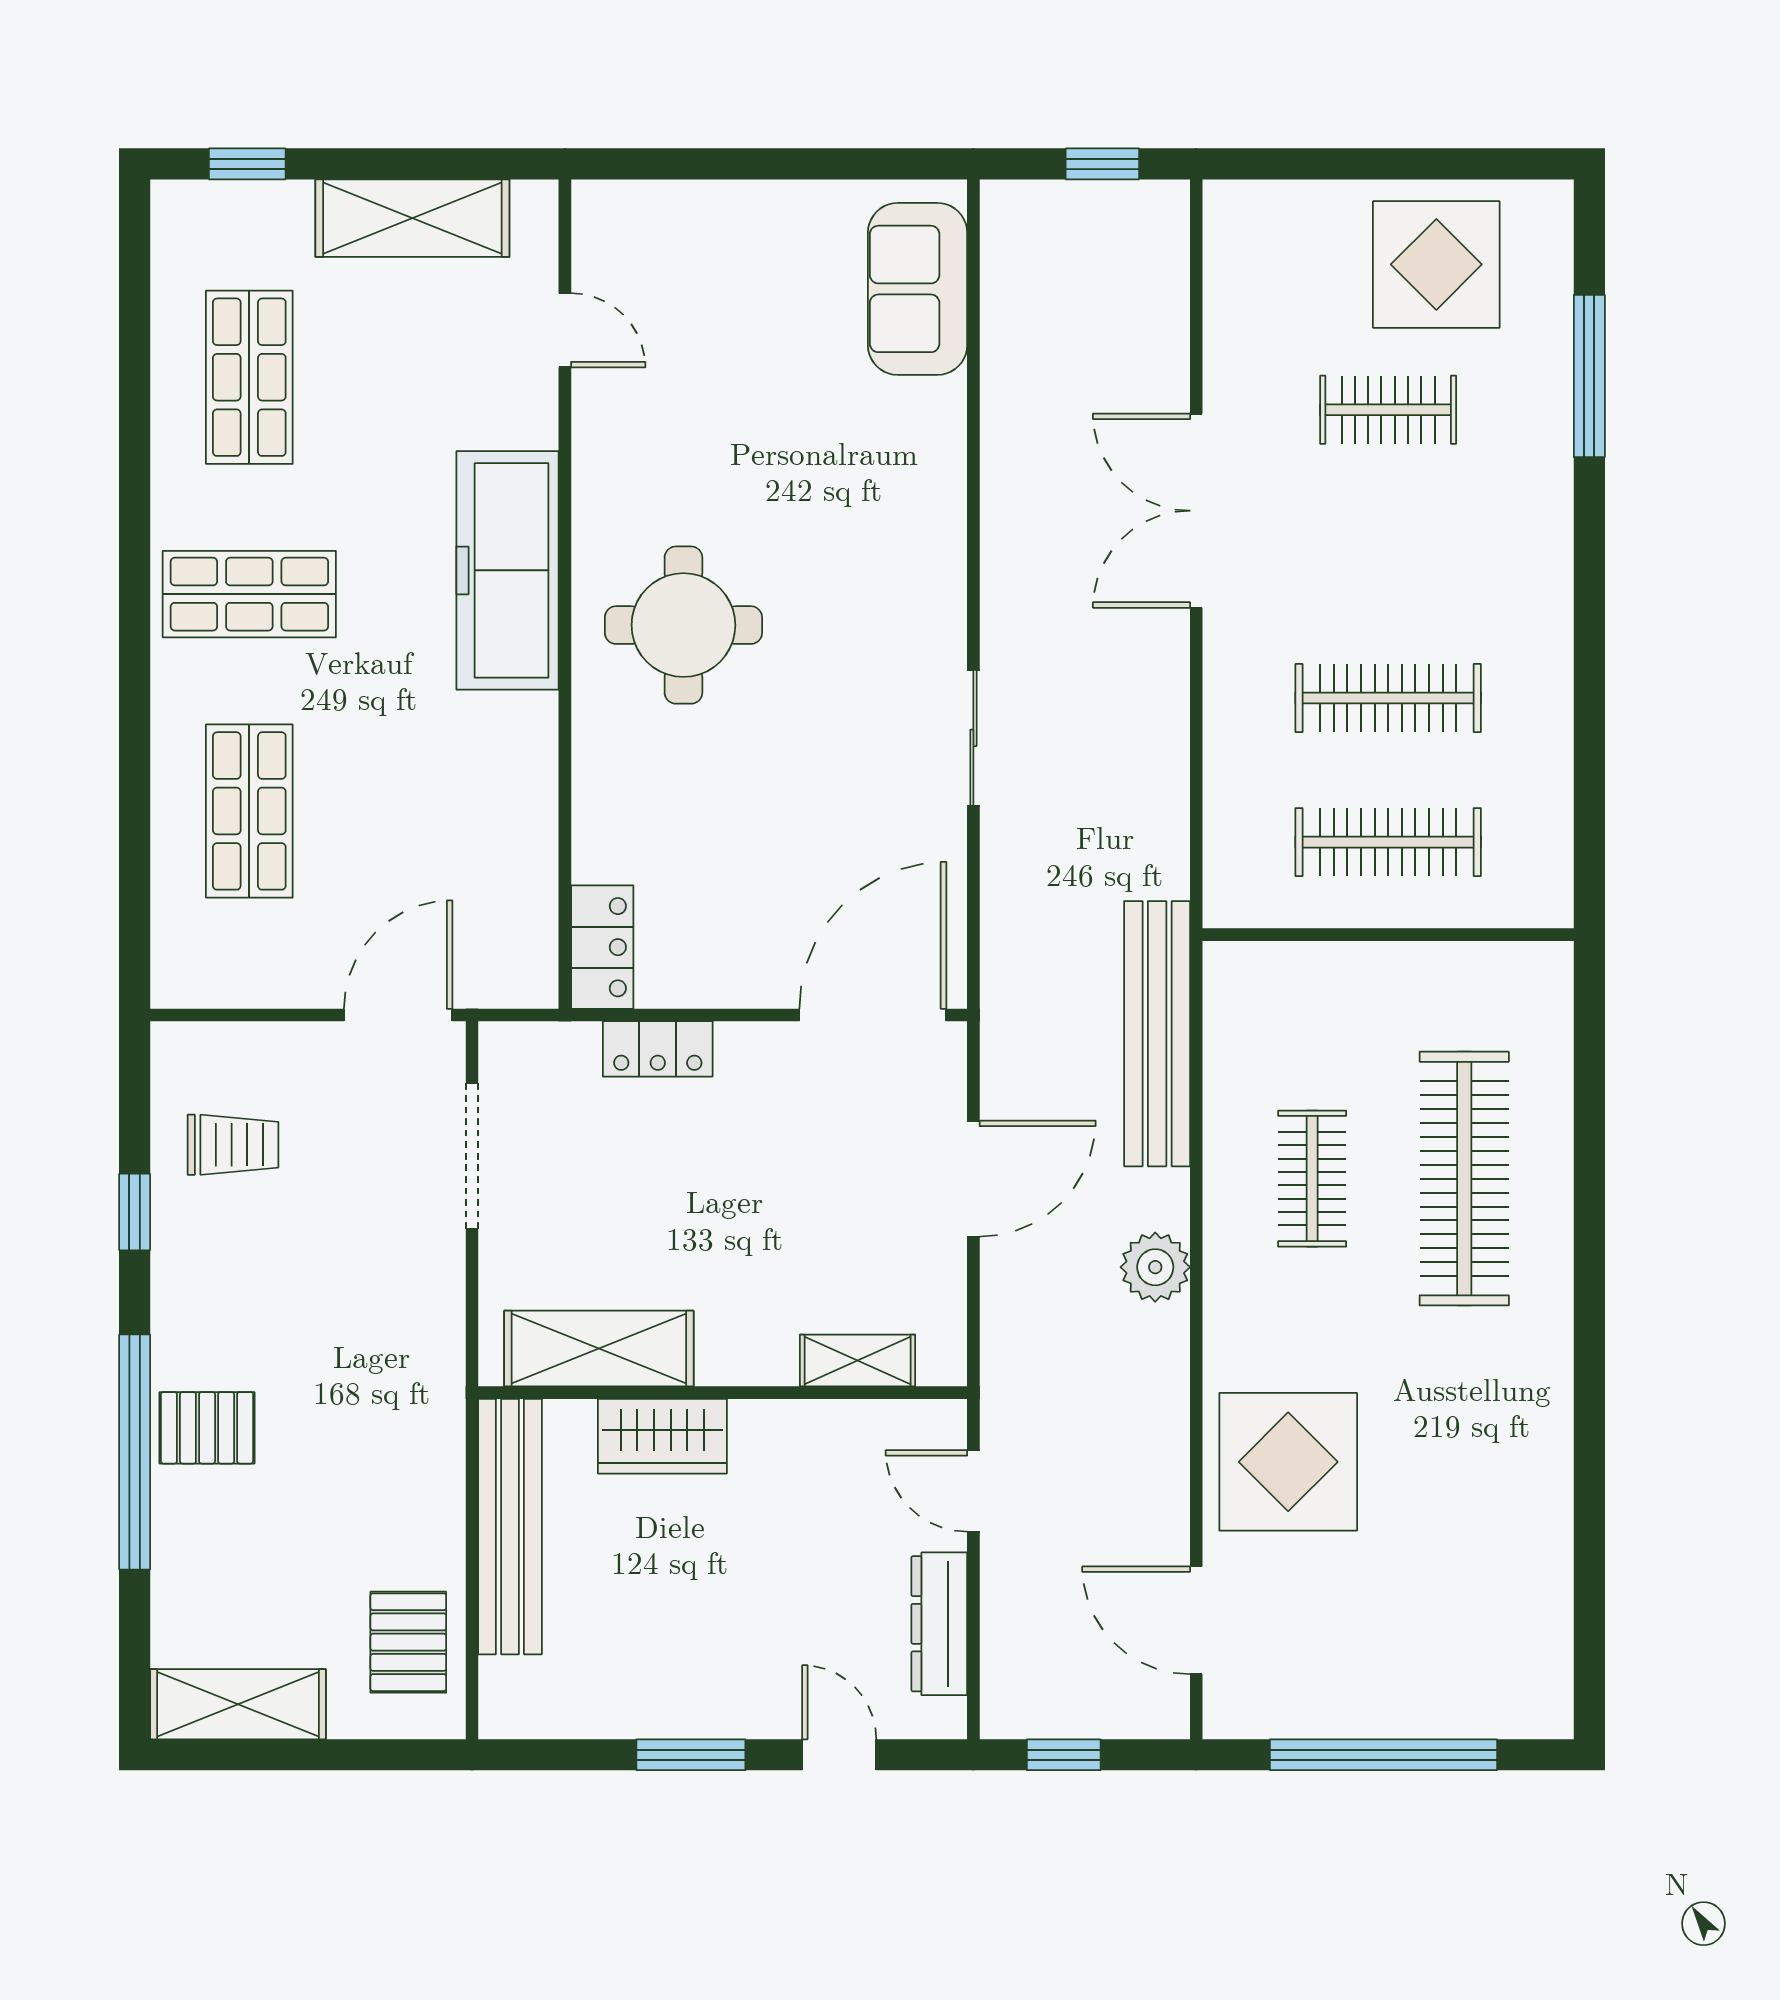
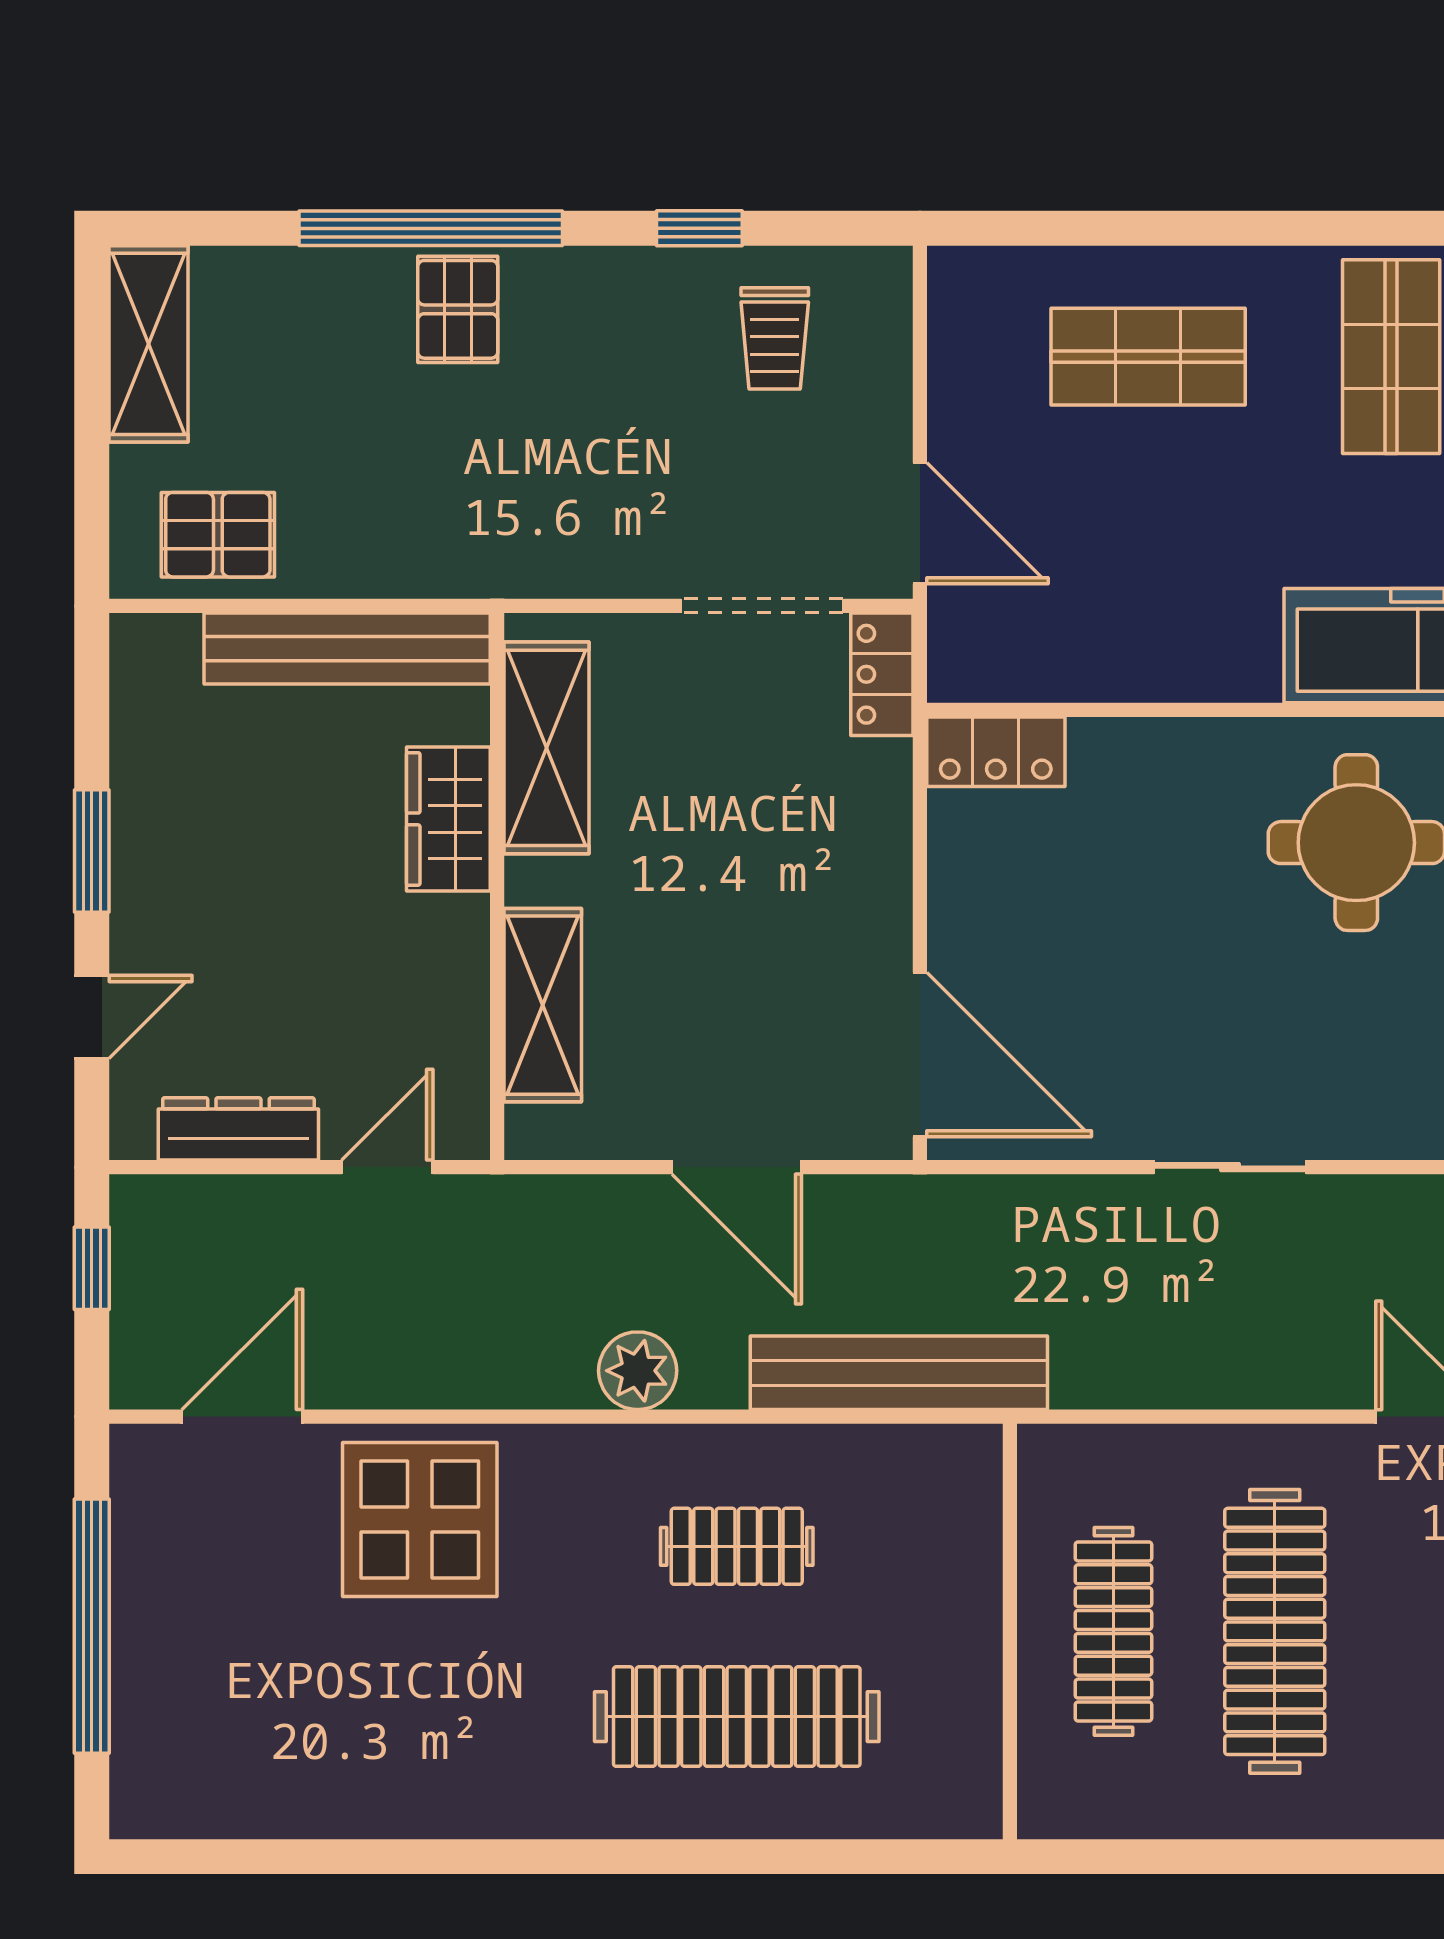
clothes rail: (1388, 698) -> (1275, 1631), width x1.37, depth x1.31
locker: (658, 1049) -> (882, 674), moved
shelving: (858, 1361) -> (543, 1005), width x1.50, depth x1.33

